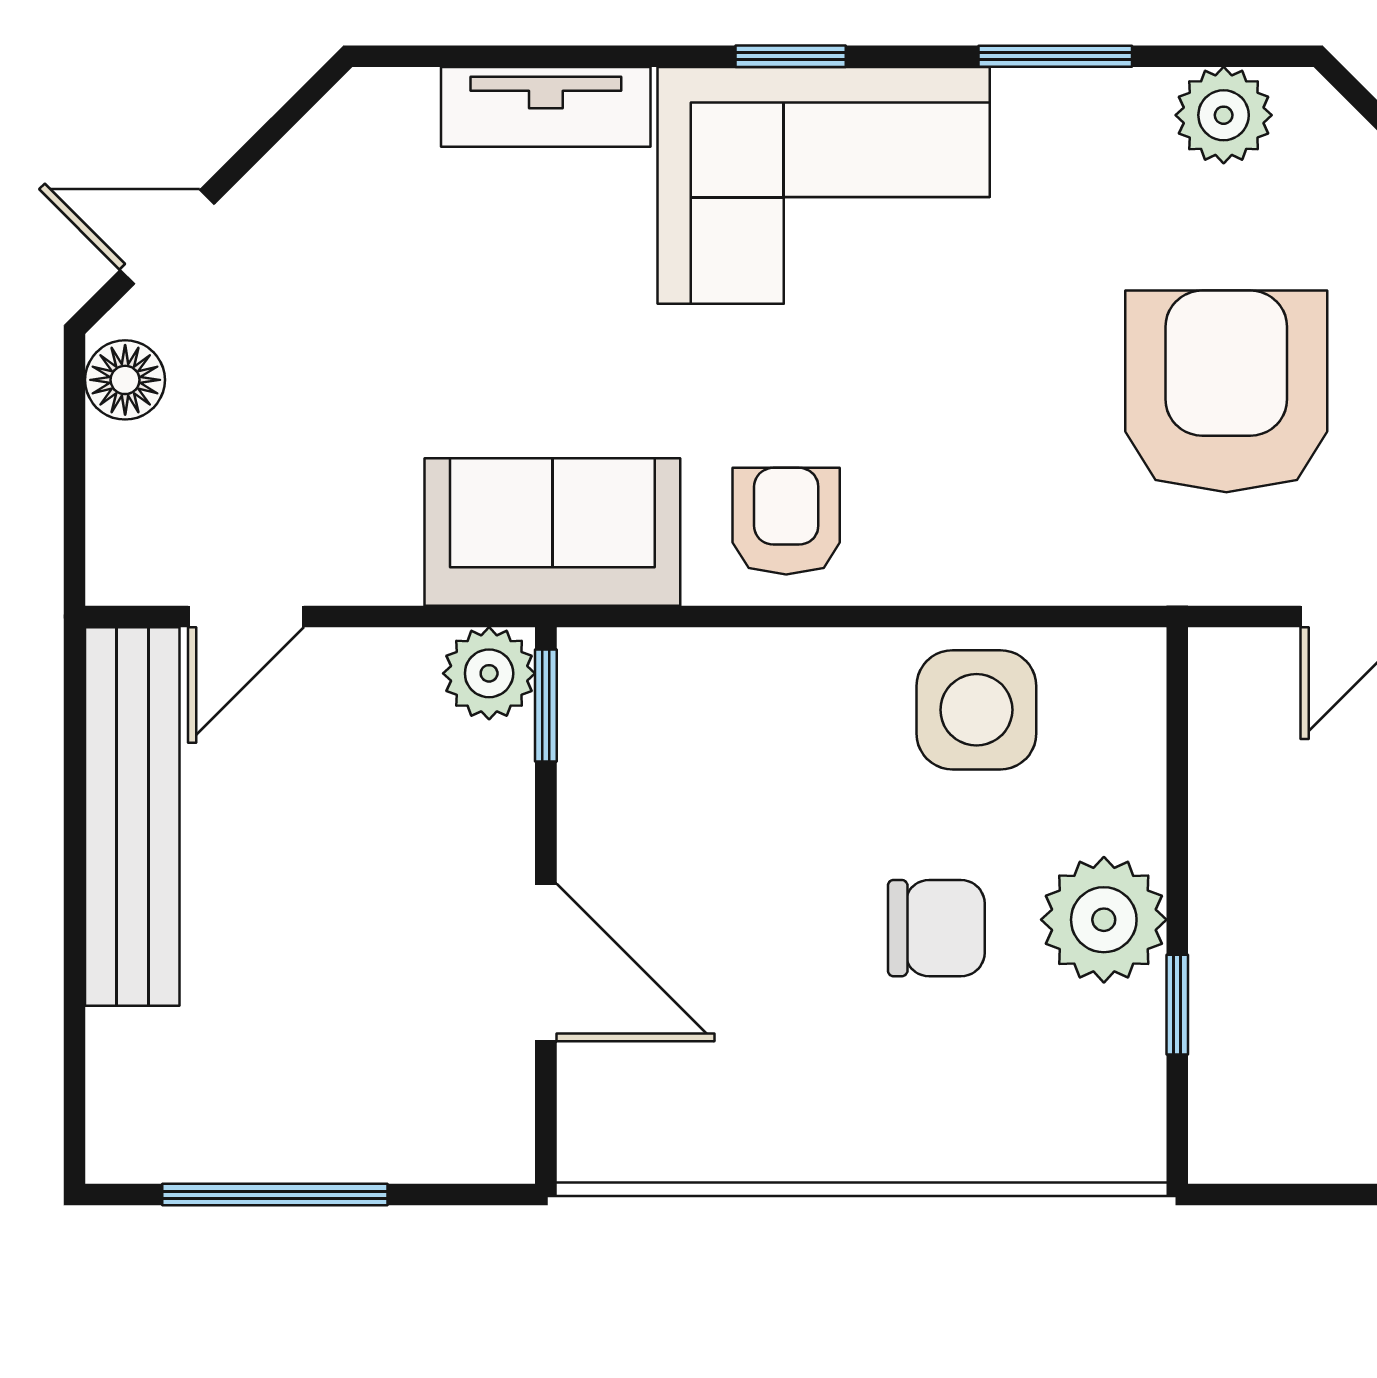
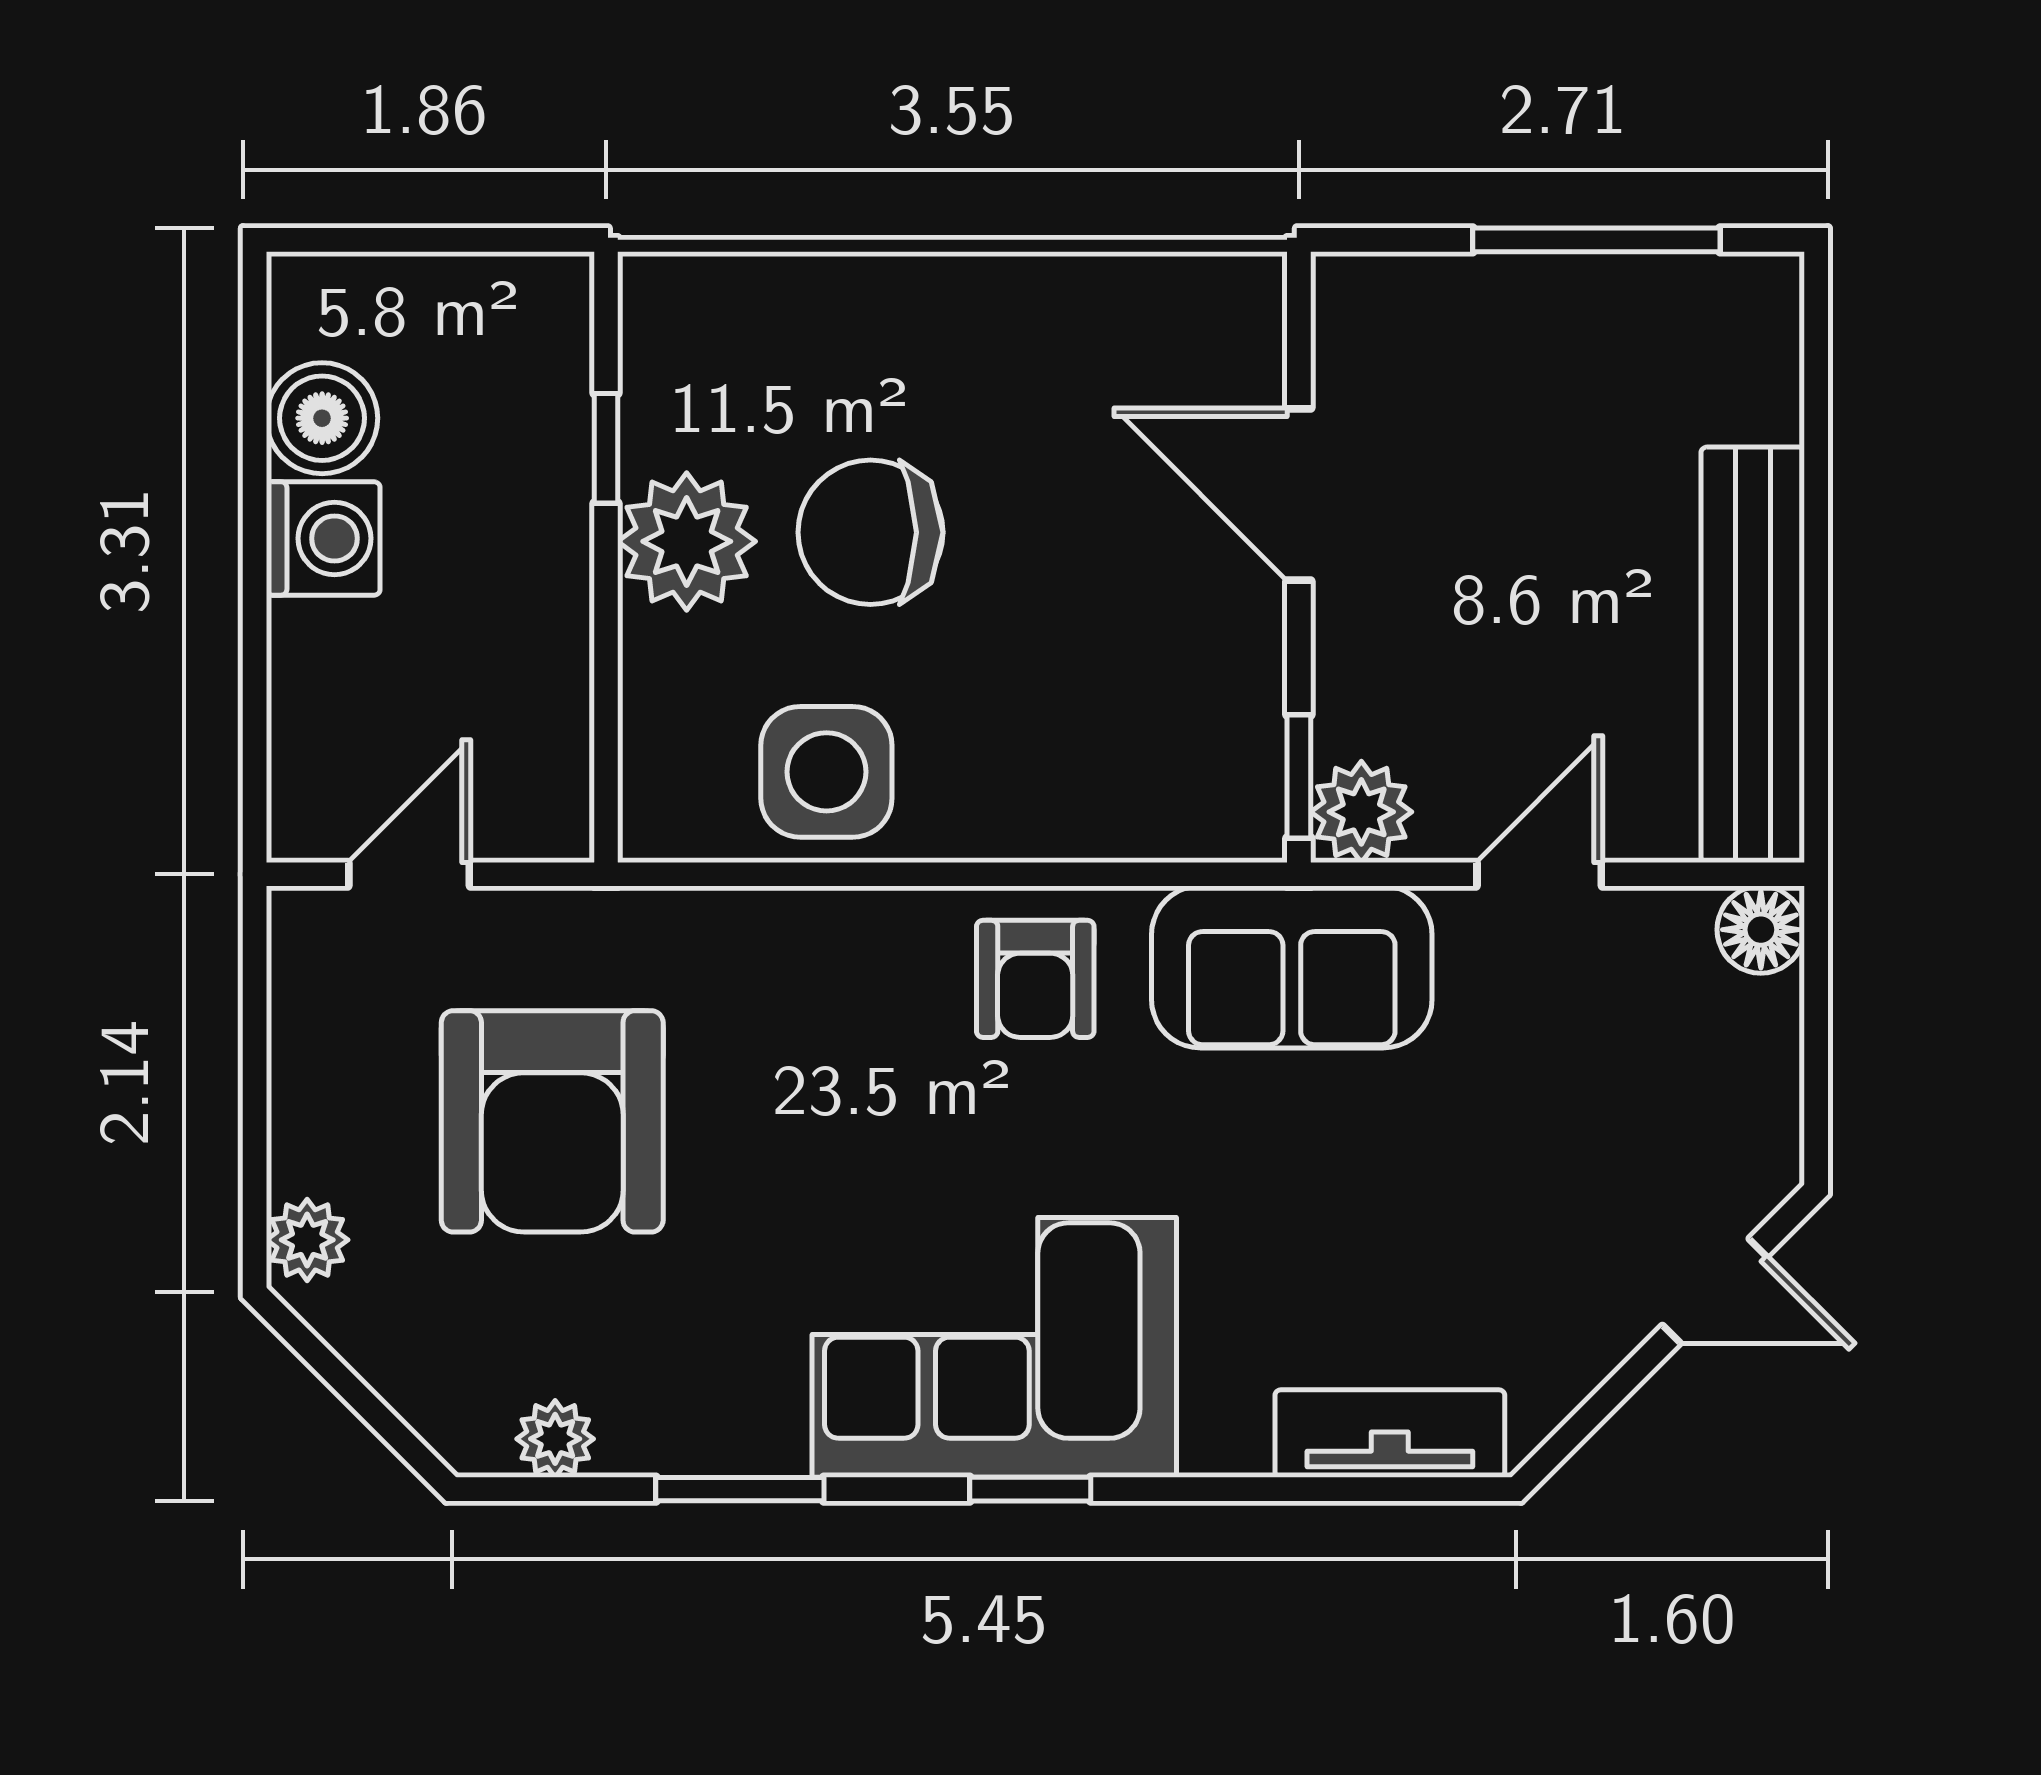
tv unit: (546, 107) -> (1390, 1434), moved
plant: (1224, 115) -> (555, 1439), width x0.73, depth x0.73
floor lamp: (125, 380) -> (1761, 930), moved
door: (246, 617) -> (1539, 874), moved
chair: (936, 928) -> (870, 532), width x1.37, depth x1.37

